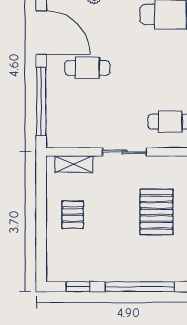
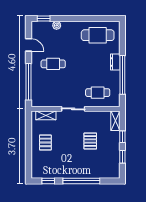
door: (41, 33) -> (29, 45), width x0.53
pallet: (156, 212) -> (90, 141), width x0.67, depth x0.71

